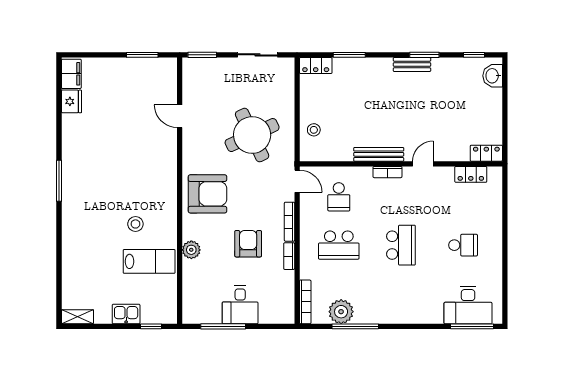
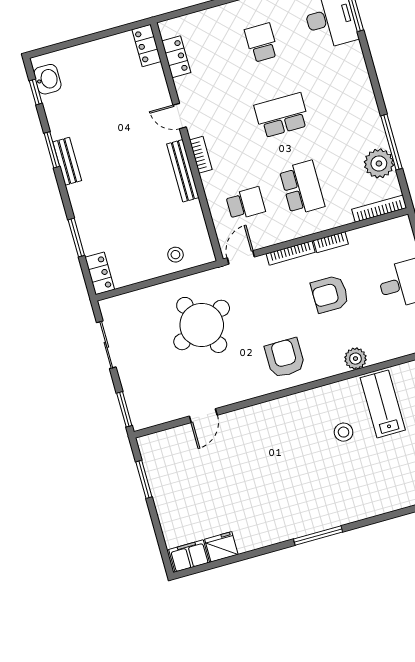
washbasin: (493, 76) -> (47, 79), moved, turned -90
armchair: (207, 194) -> (285, 358), width x0.73, depth x0.73

